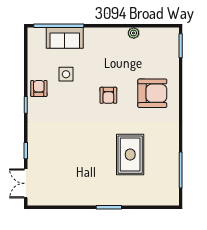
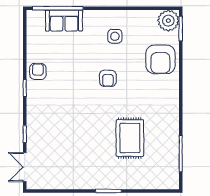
plant: (134, 33) -> (168, 21), moved, width x1.88, depth x1.88
side table: (66, 74) -> (115, 36), moved
armchair: (152, 93) -> (160, 59), moved, turned 90

